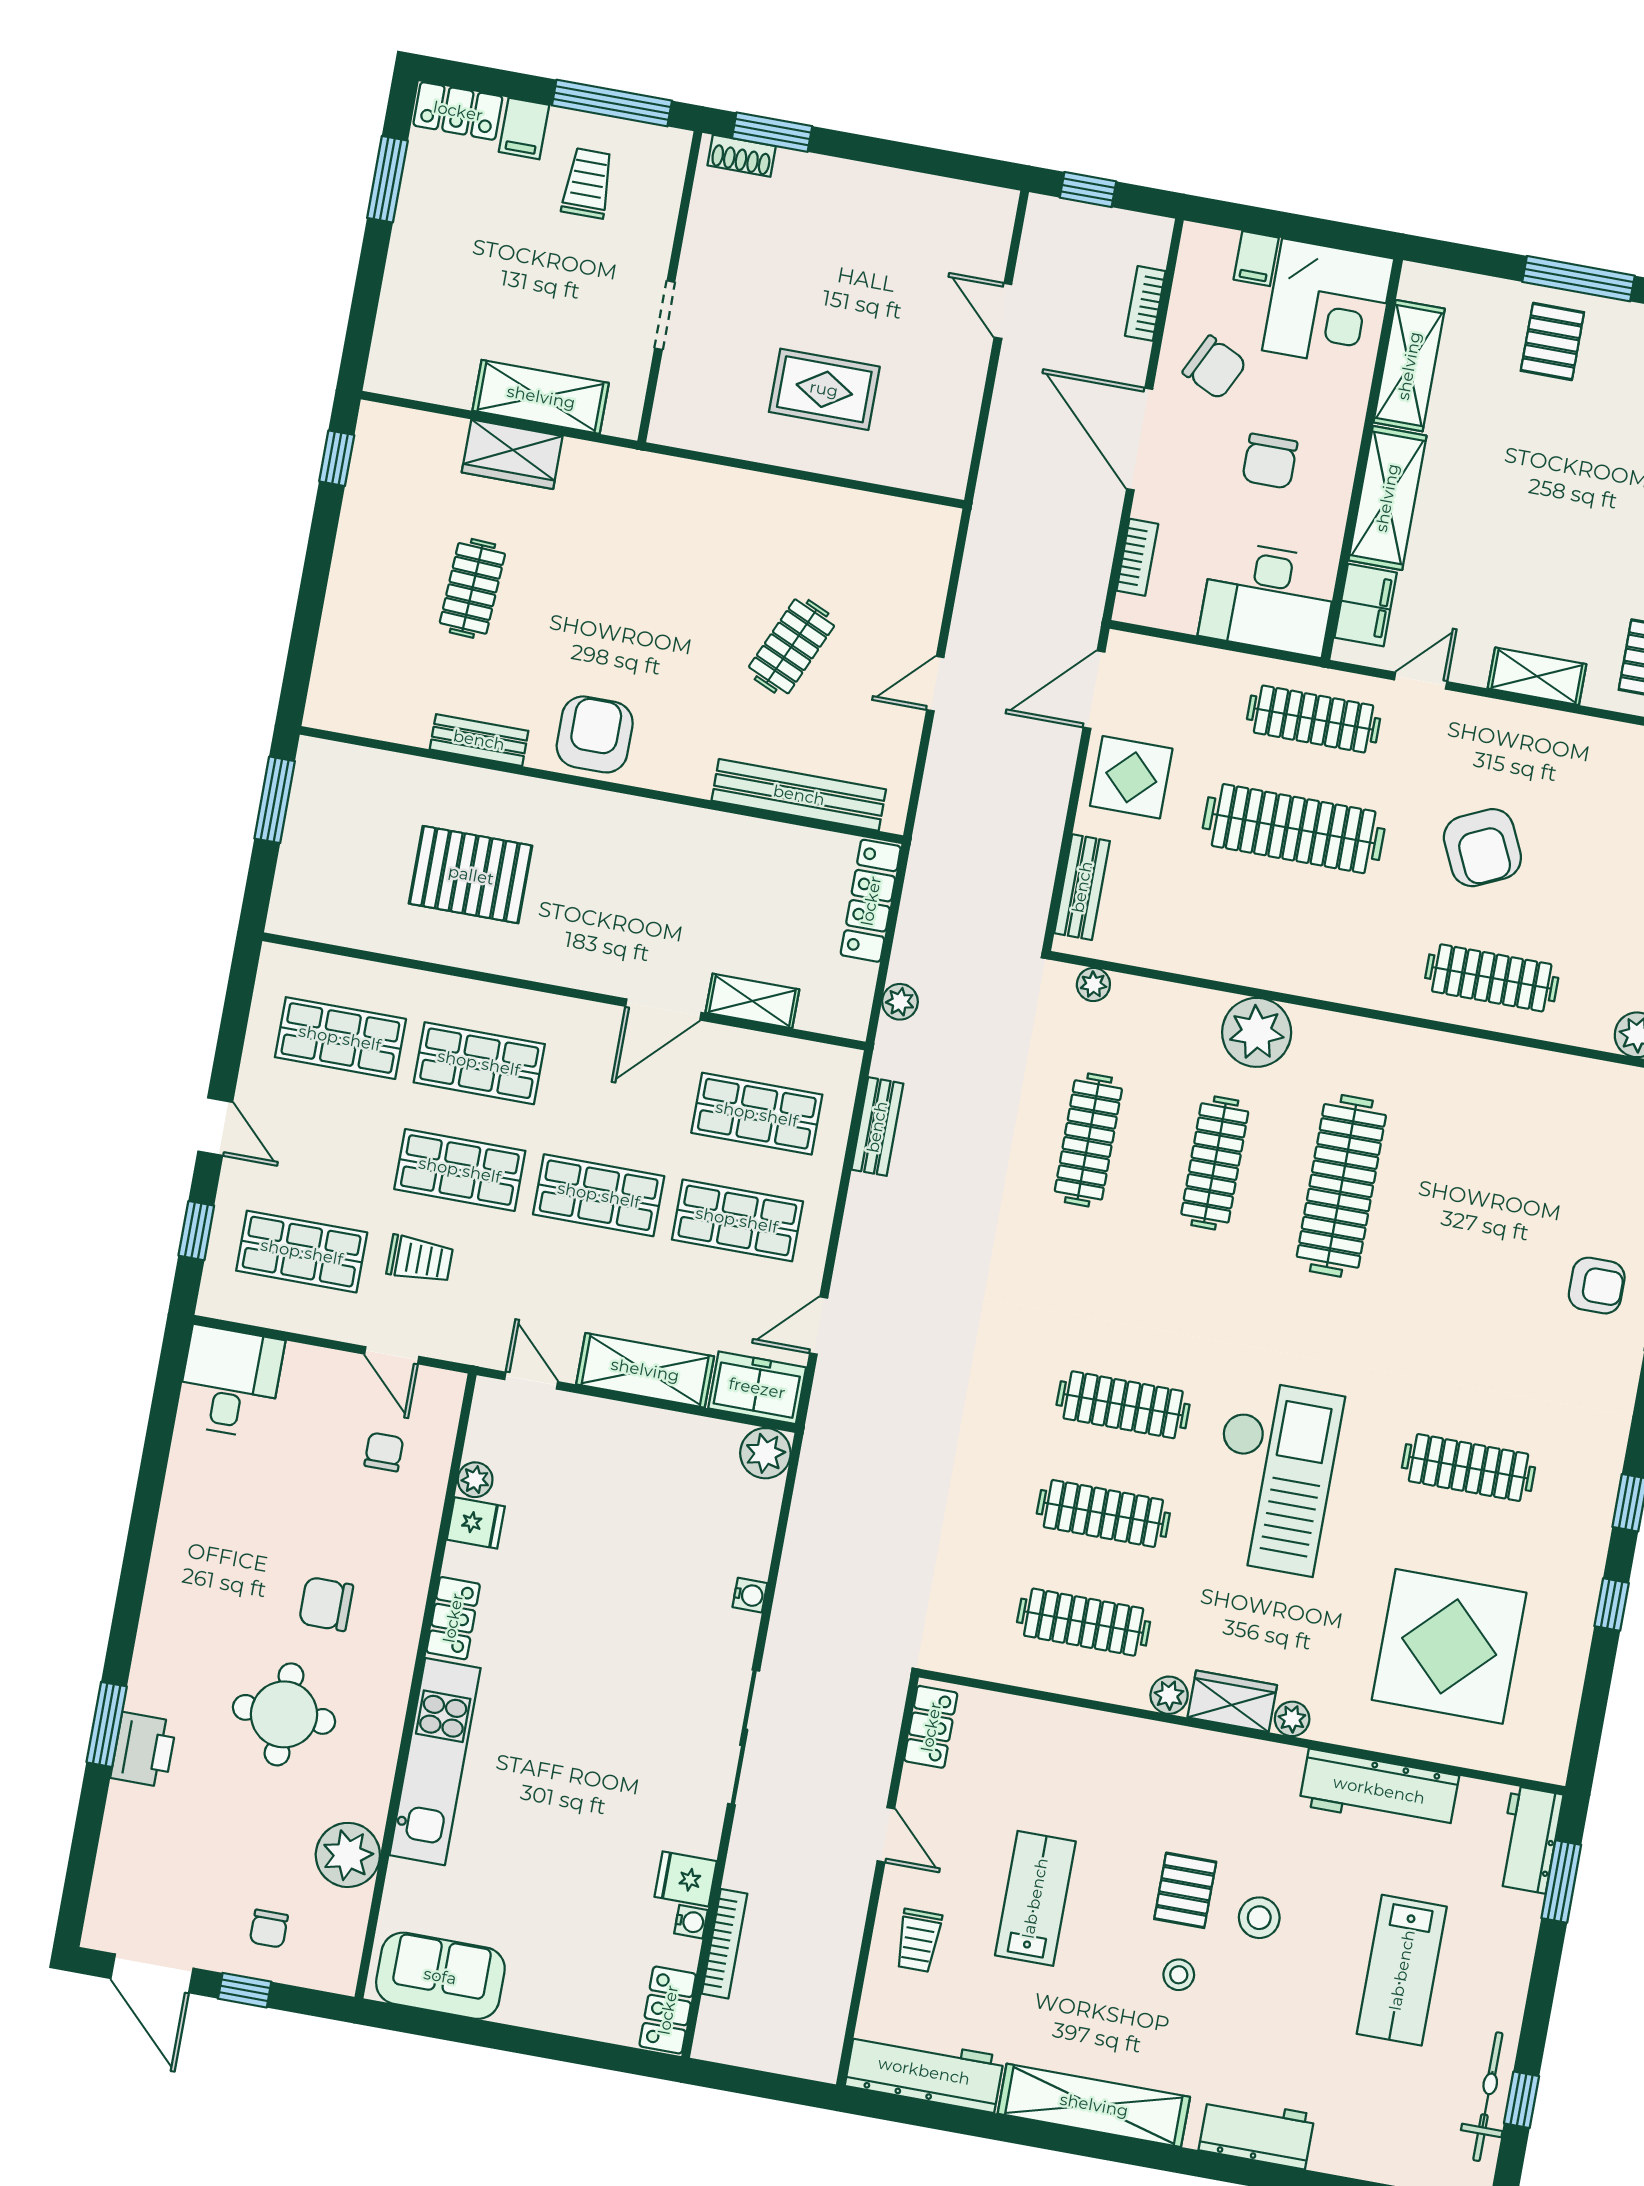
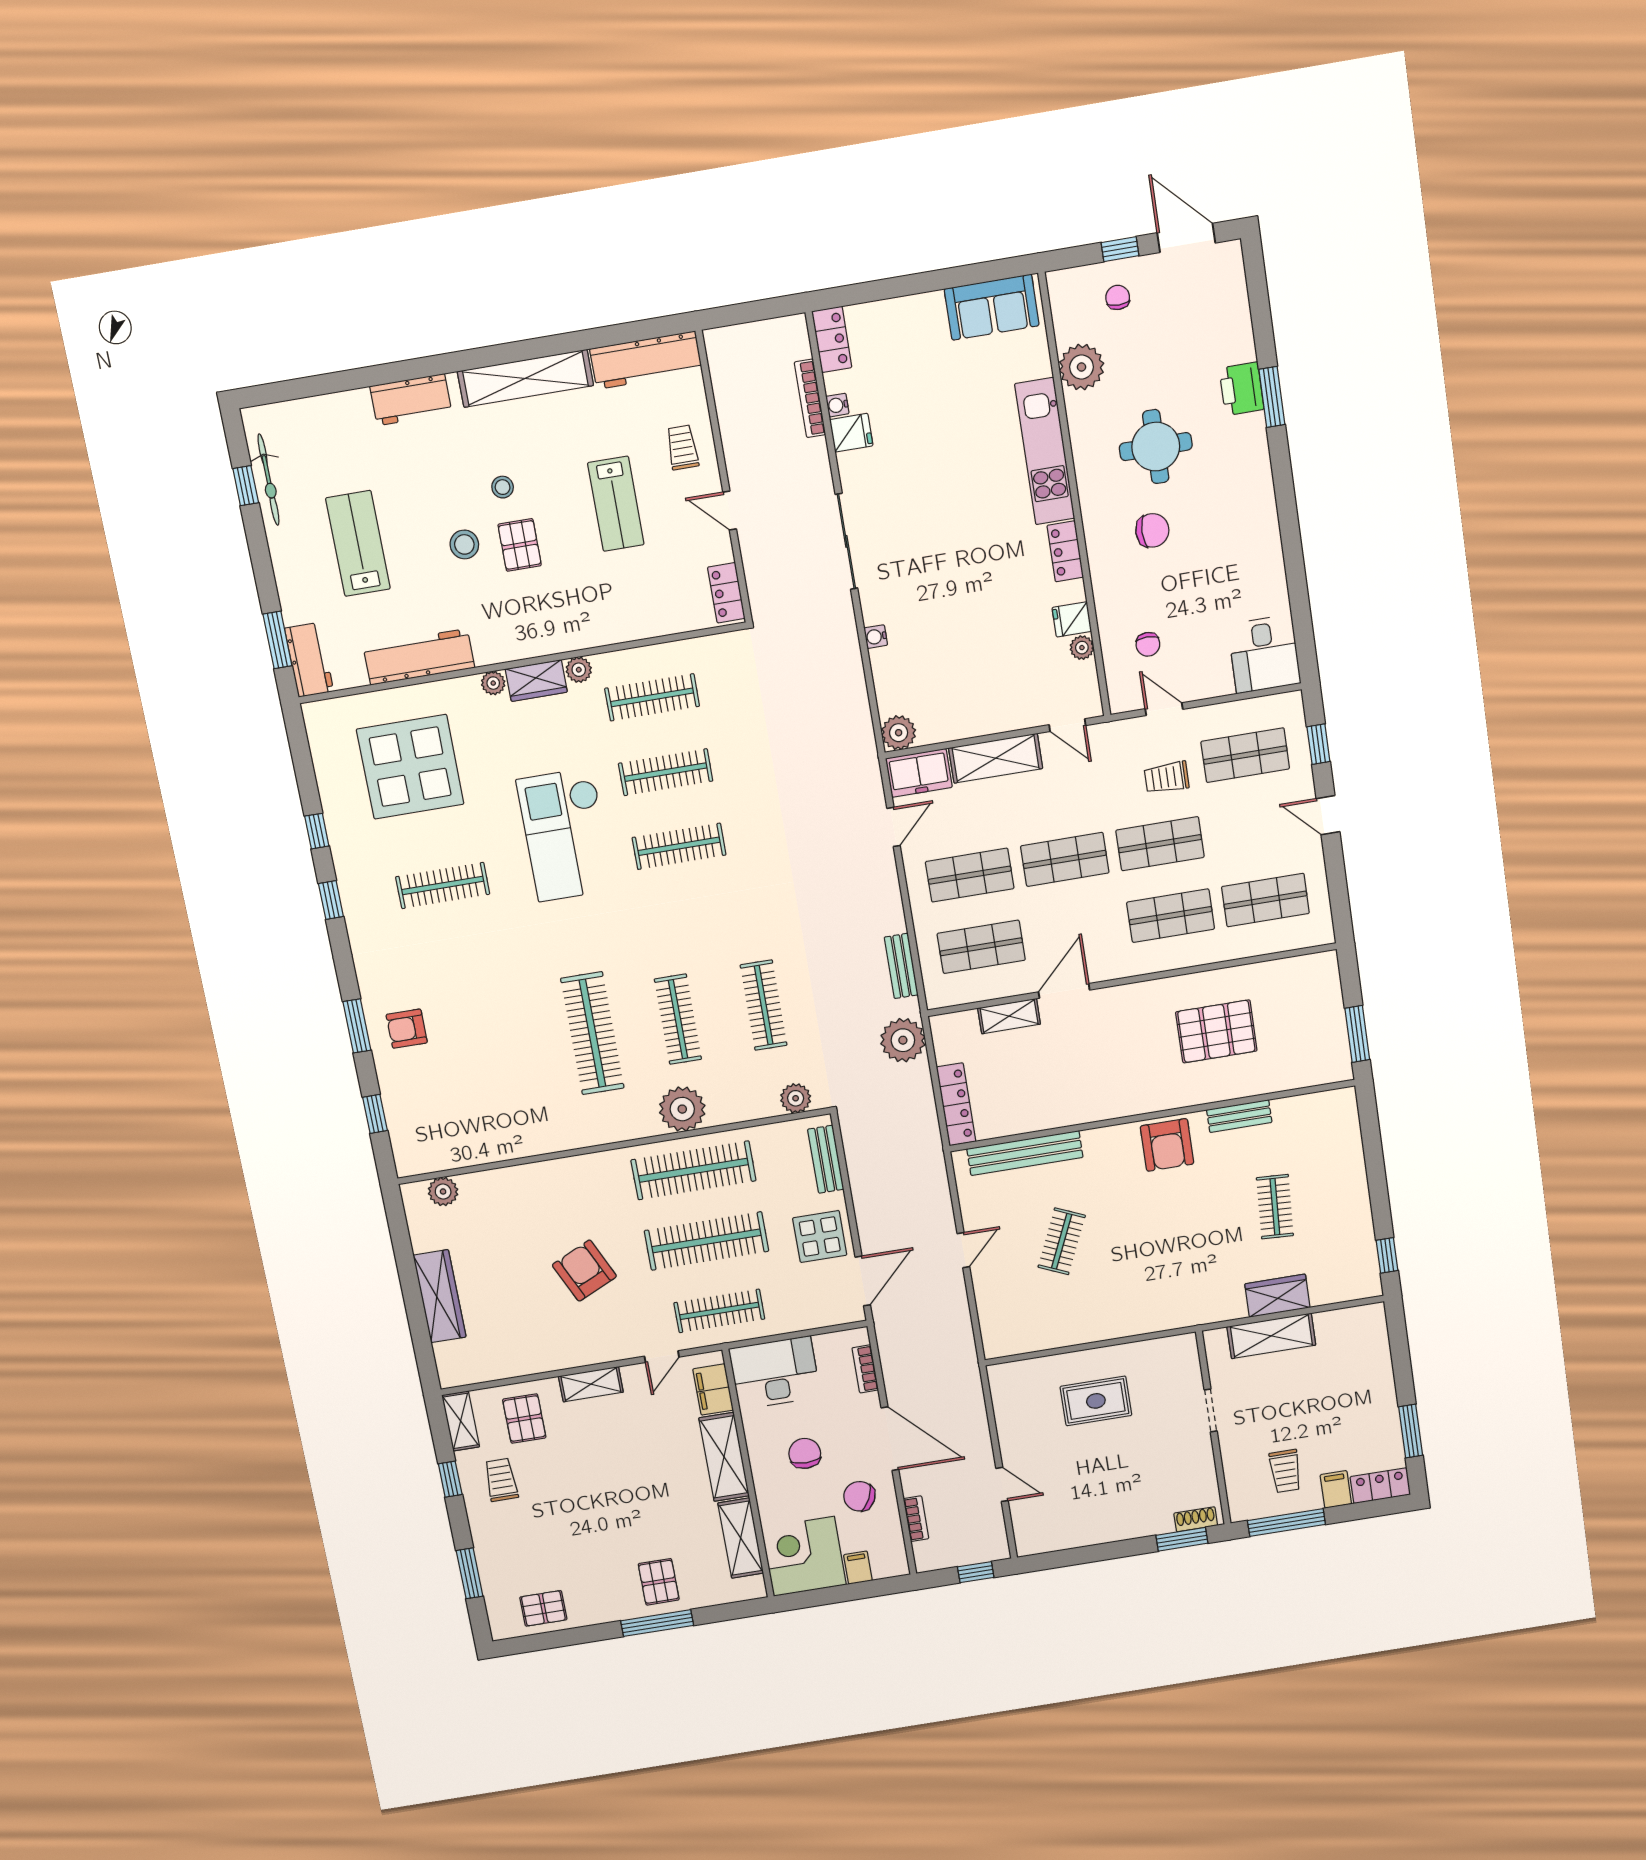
clothes rail: (1492, 978) -> (693, 1170), moved, width x1.37, depth x1.31
plant: (1093, 984) -> (796, 1098), width x1.38, depth x1.38
plant: (900, 1002) -> (903, 1040), width x1.87, depth x1.87

